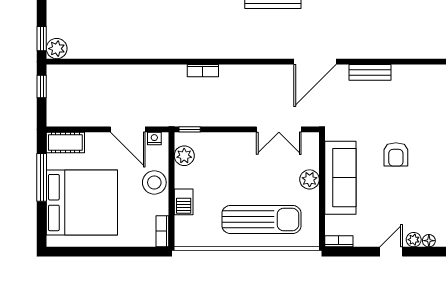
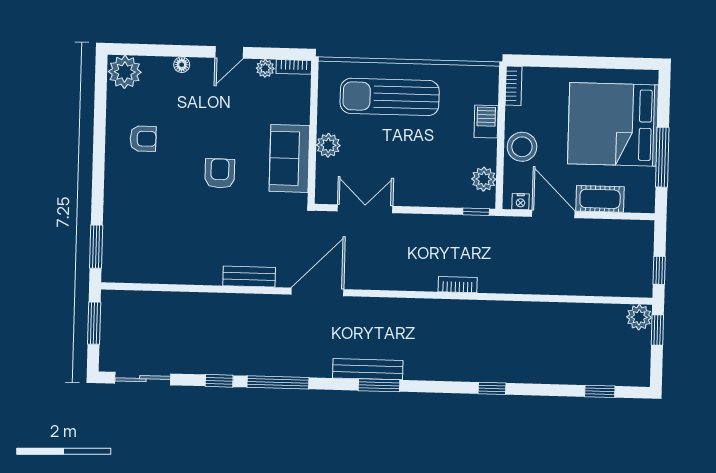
cot: (65, 143) -> (600, 199), moved
sofa: (340, 178) -> (289, 158), width x0.73
plant: (414, 240) -> (265, 68), moved

